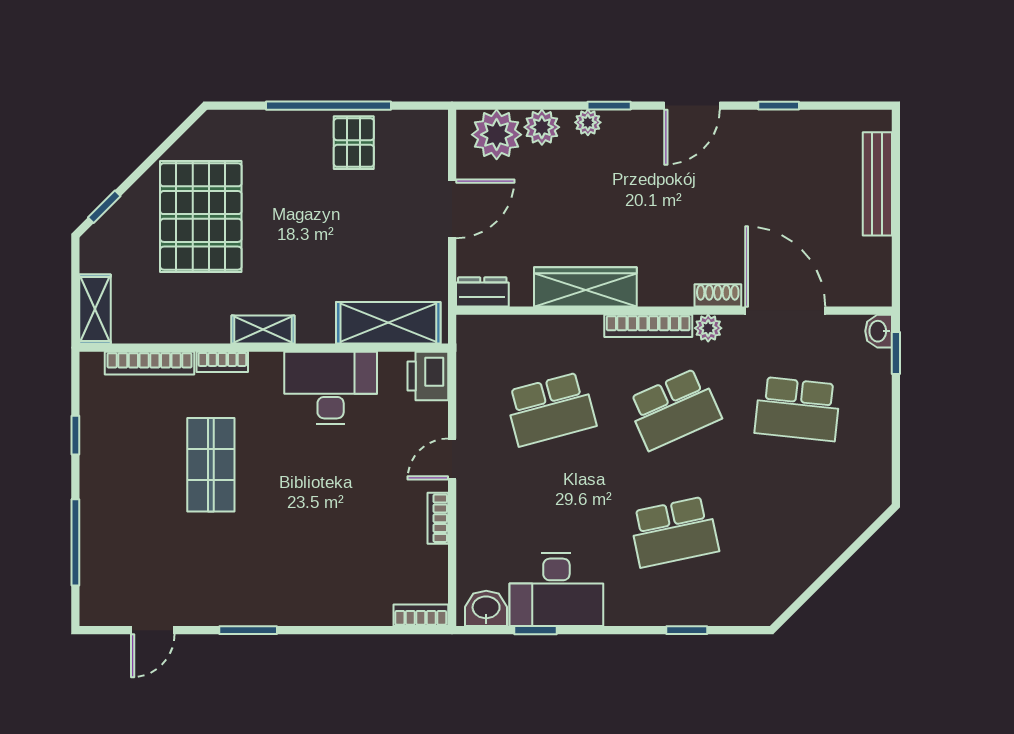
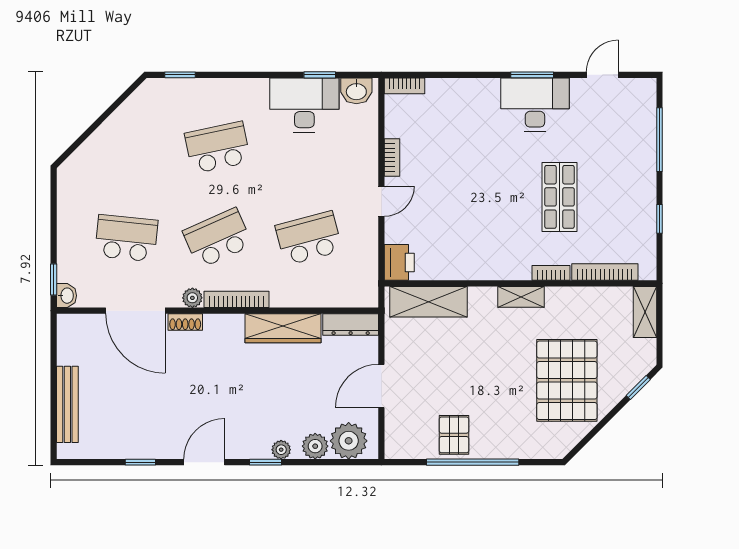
dresser: (482, 292) -> (351, 325), width x1.44
desk: (331, 388) -> (535, 105), moved, turned 180
window: (687, 630) -> (180, 75), moved

